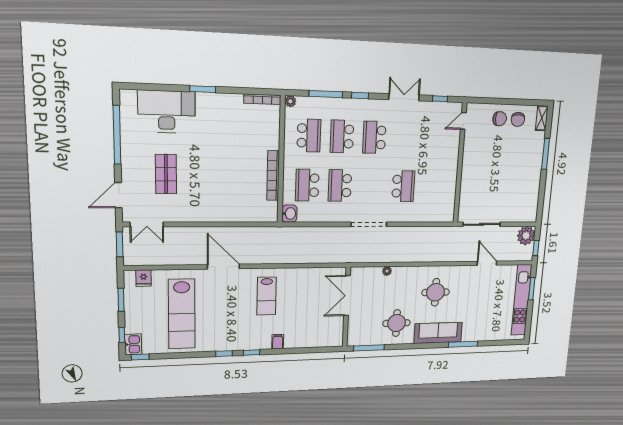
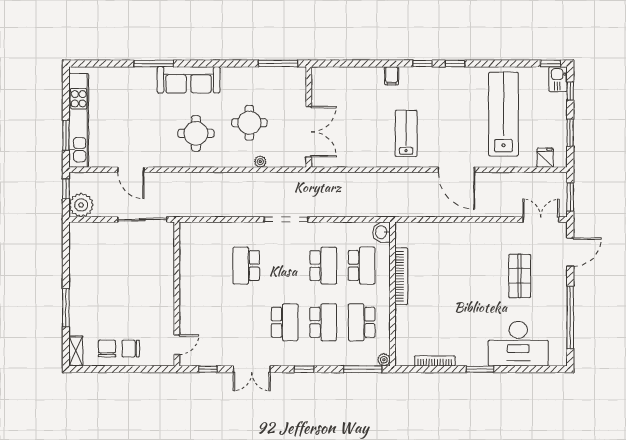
window: (326, 94) -> (363, 369), moved
bookcase: (262, 99) -> (435, 361), moved
round table: (397, 323) -> (249, 123), moved

